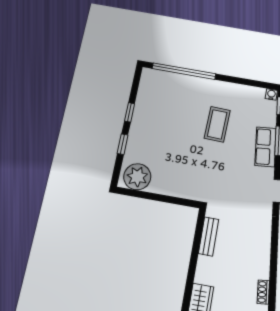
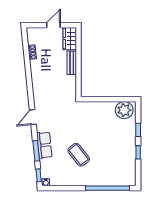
coffee table: (217, 124) -> (79, 155), turned -40
bench: (208, 236) -> (72, 63), moved

